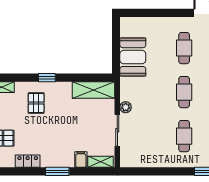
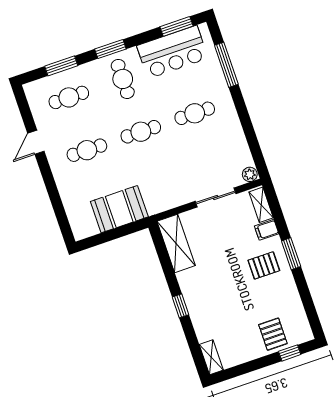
pallet: (36, 103) -> (264, 265), moved
plant: (126, 107) -> (250, 174), moved
locker: (28, 161) -> (291, 294), removed

